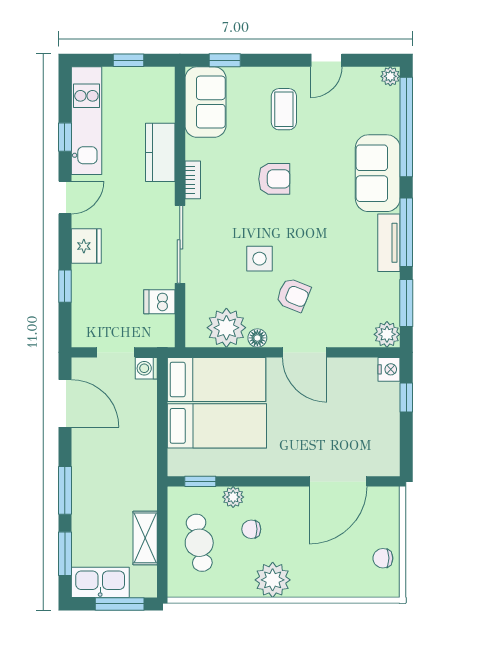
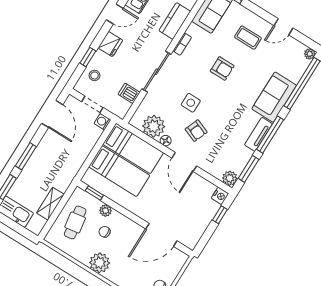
coffee table: (284, 109) -> (248, 38), turned 90
stool: (92, 307) -> (94, 75), added
window: (120, 604) -> (18, 228), removed

